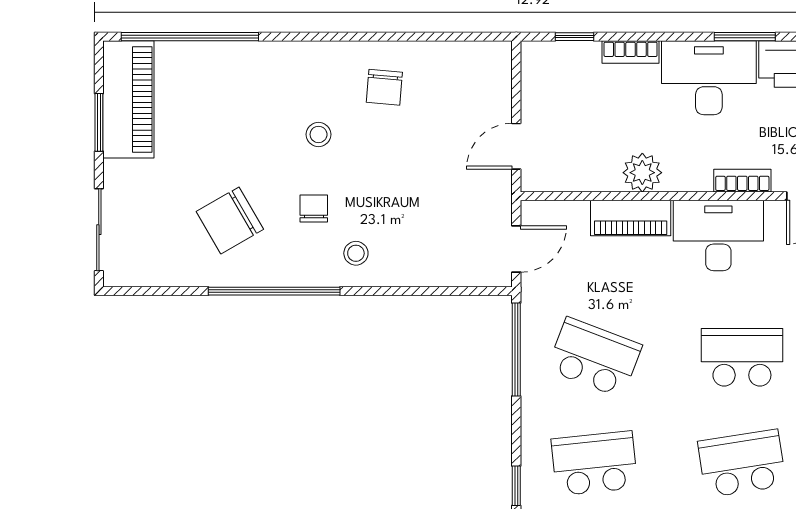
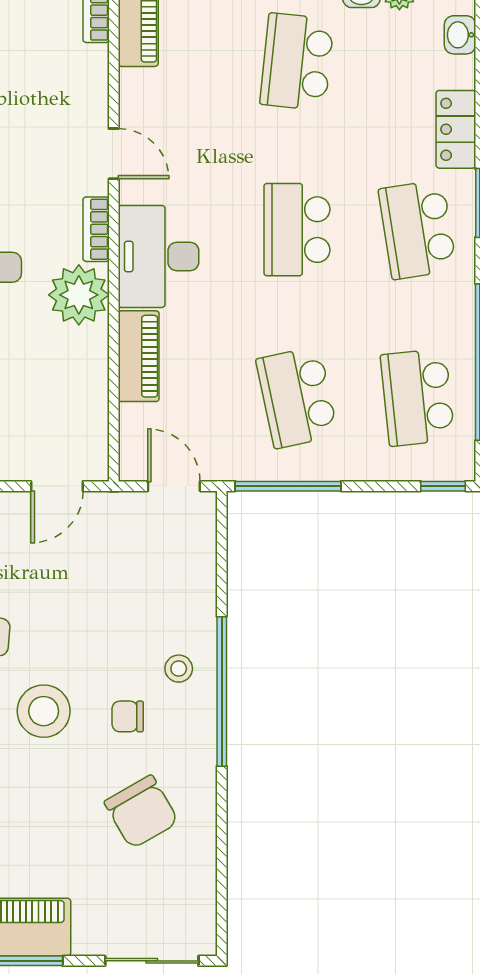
stool: (319, 134) -> (44, 711), width x1.89, depth x1.89
door: (516, 146) -> (57, 486), hinge flipped
plant: (642, 173) -> (79, 295), moved, width x1.36, depth x1.36
window: (274, 291) -> (222, 691), moved
school desk: (594, 357) -> (297, 397), turned -33

